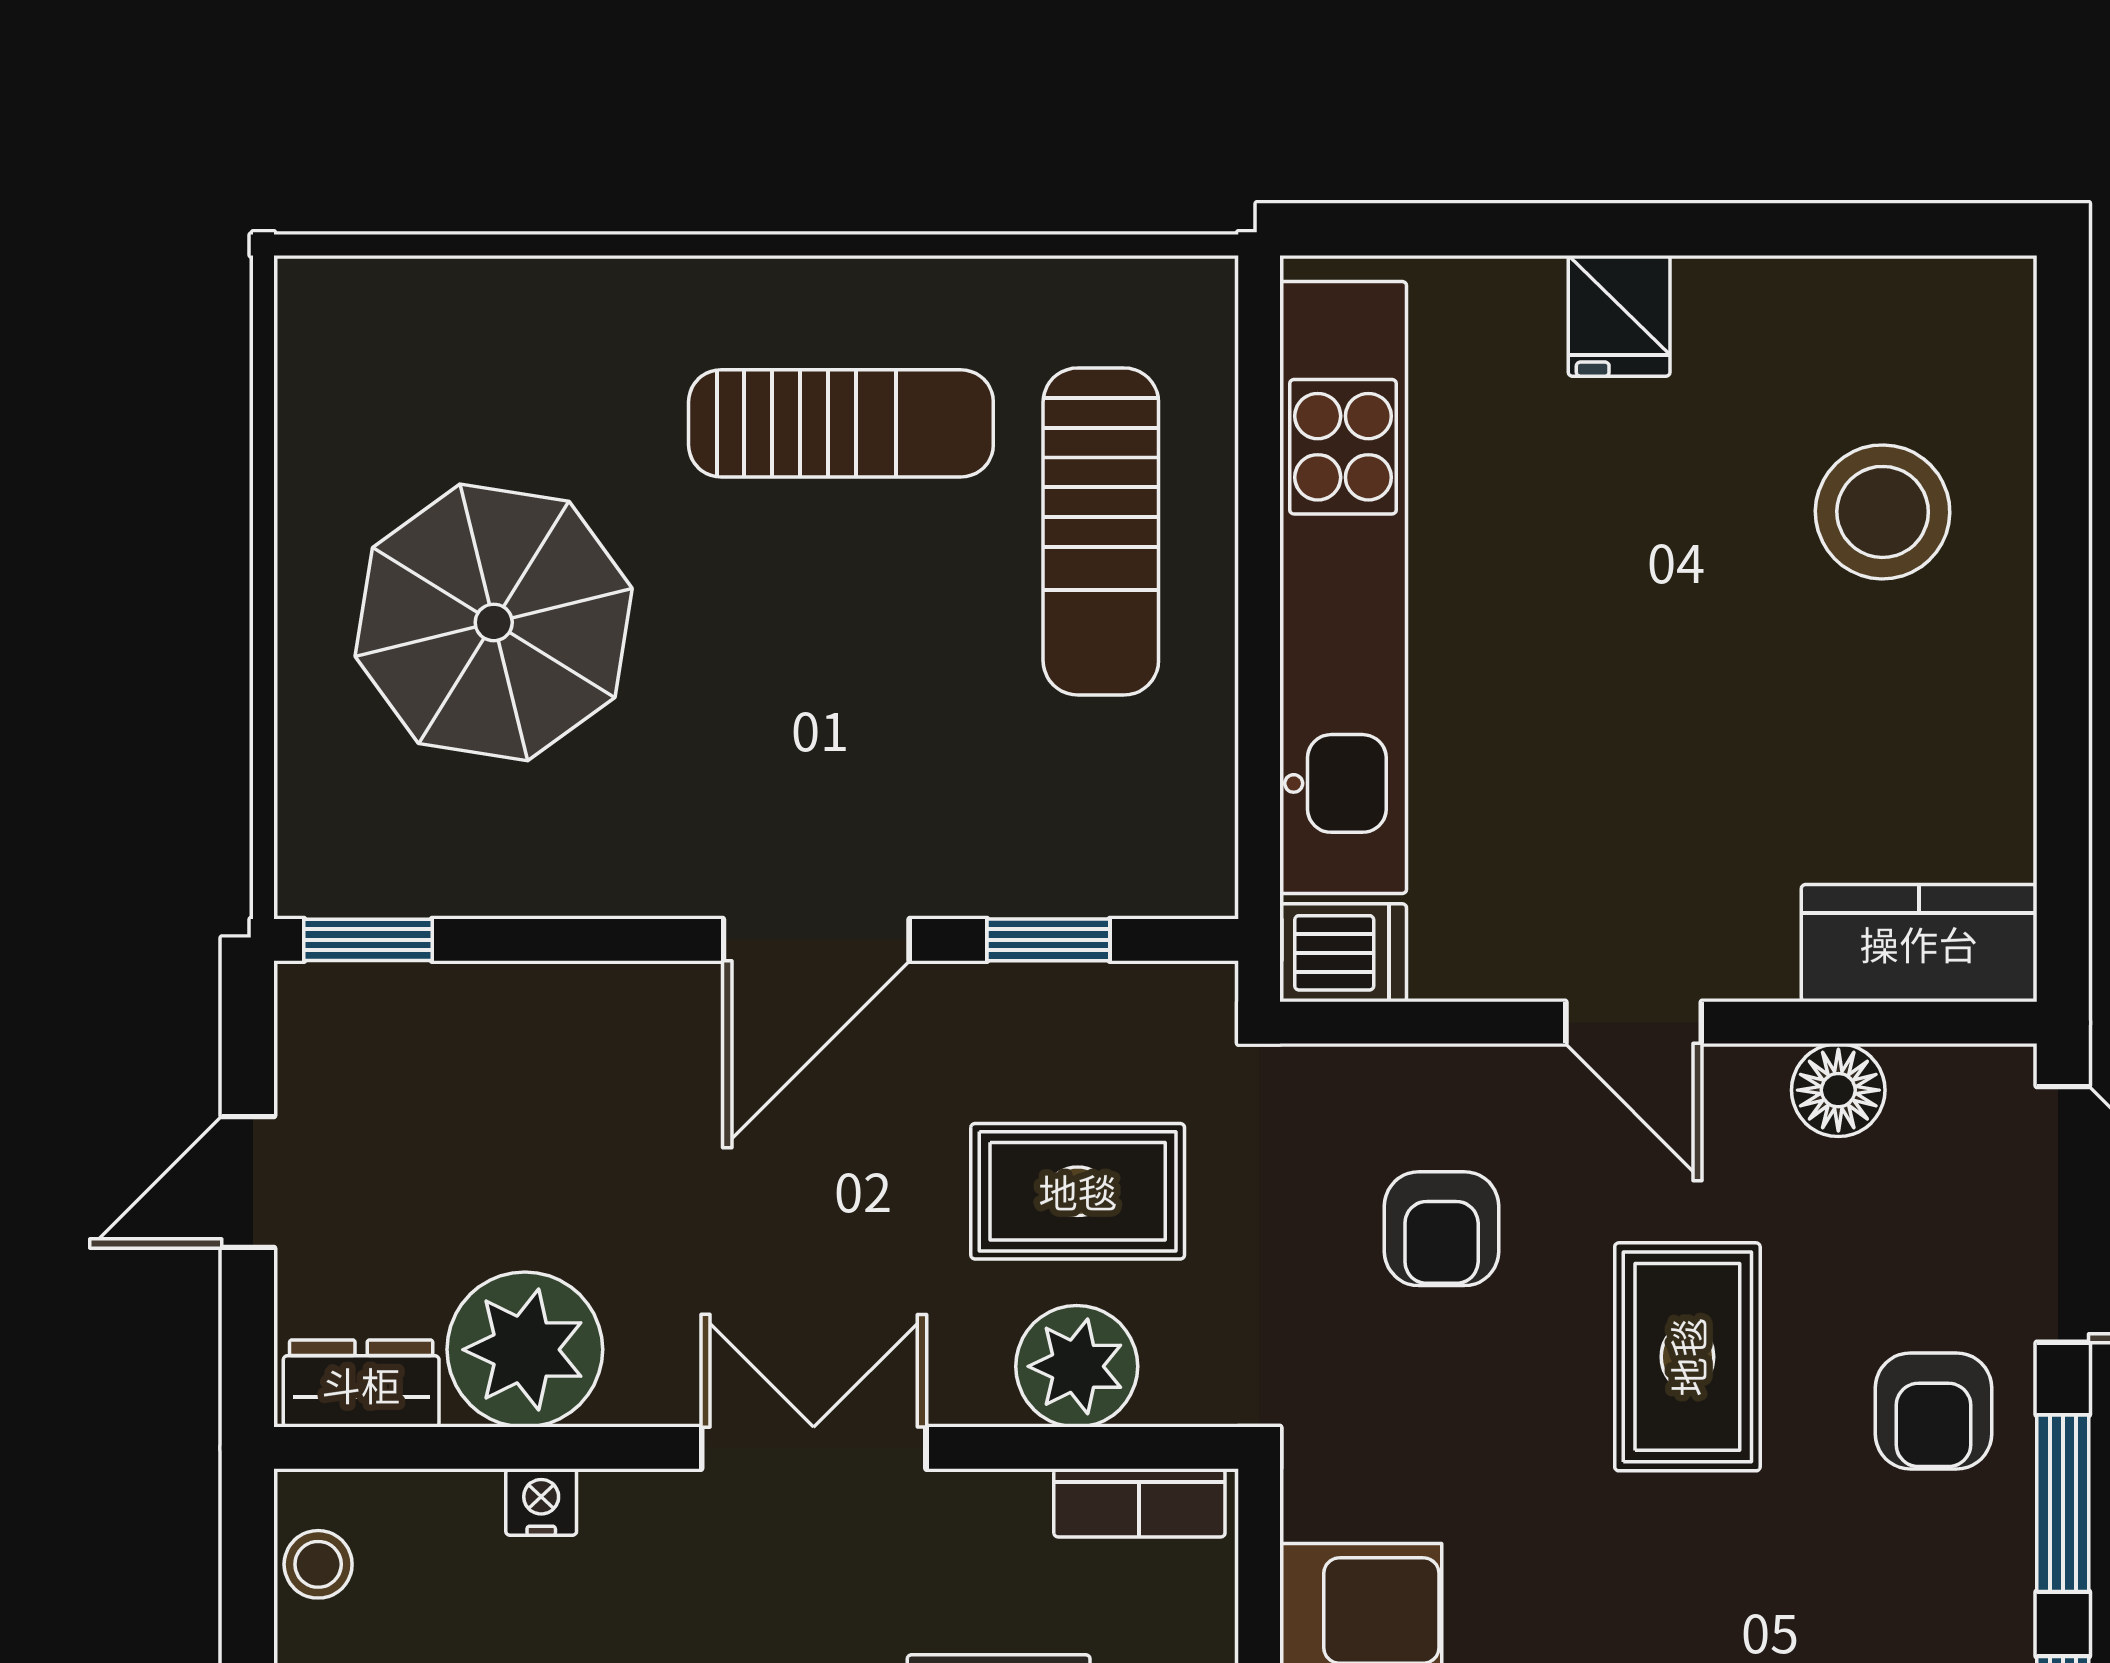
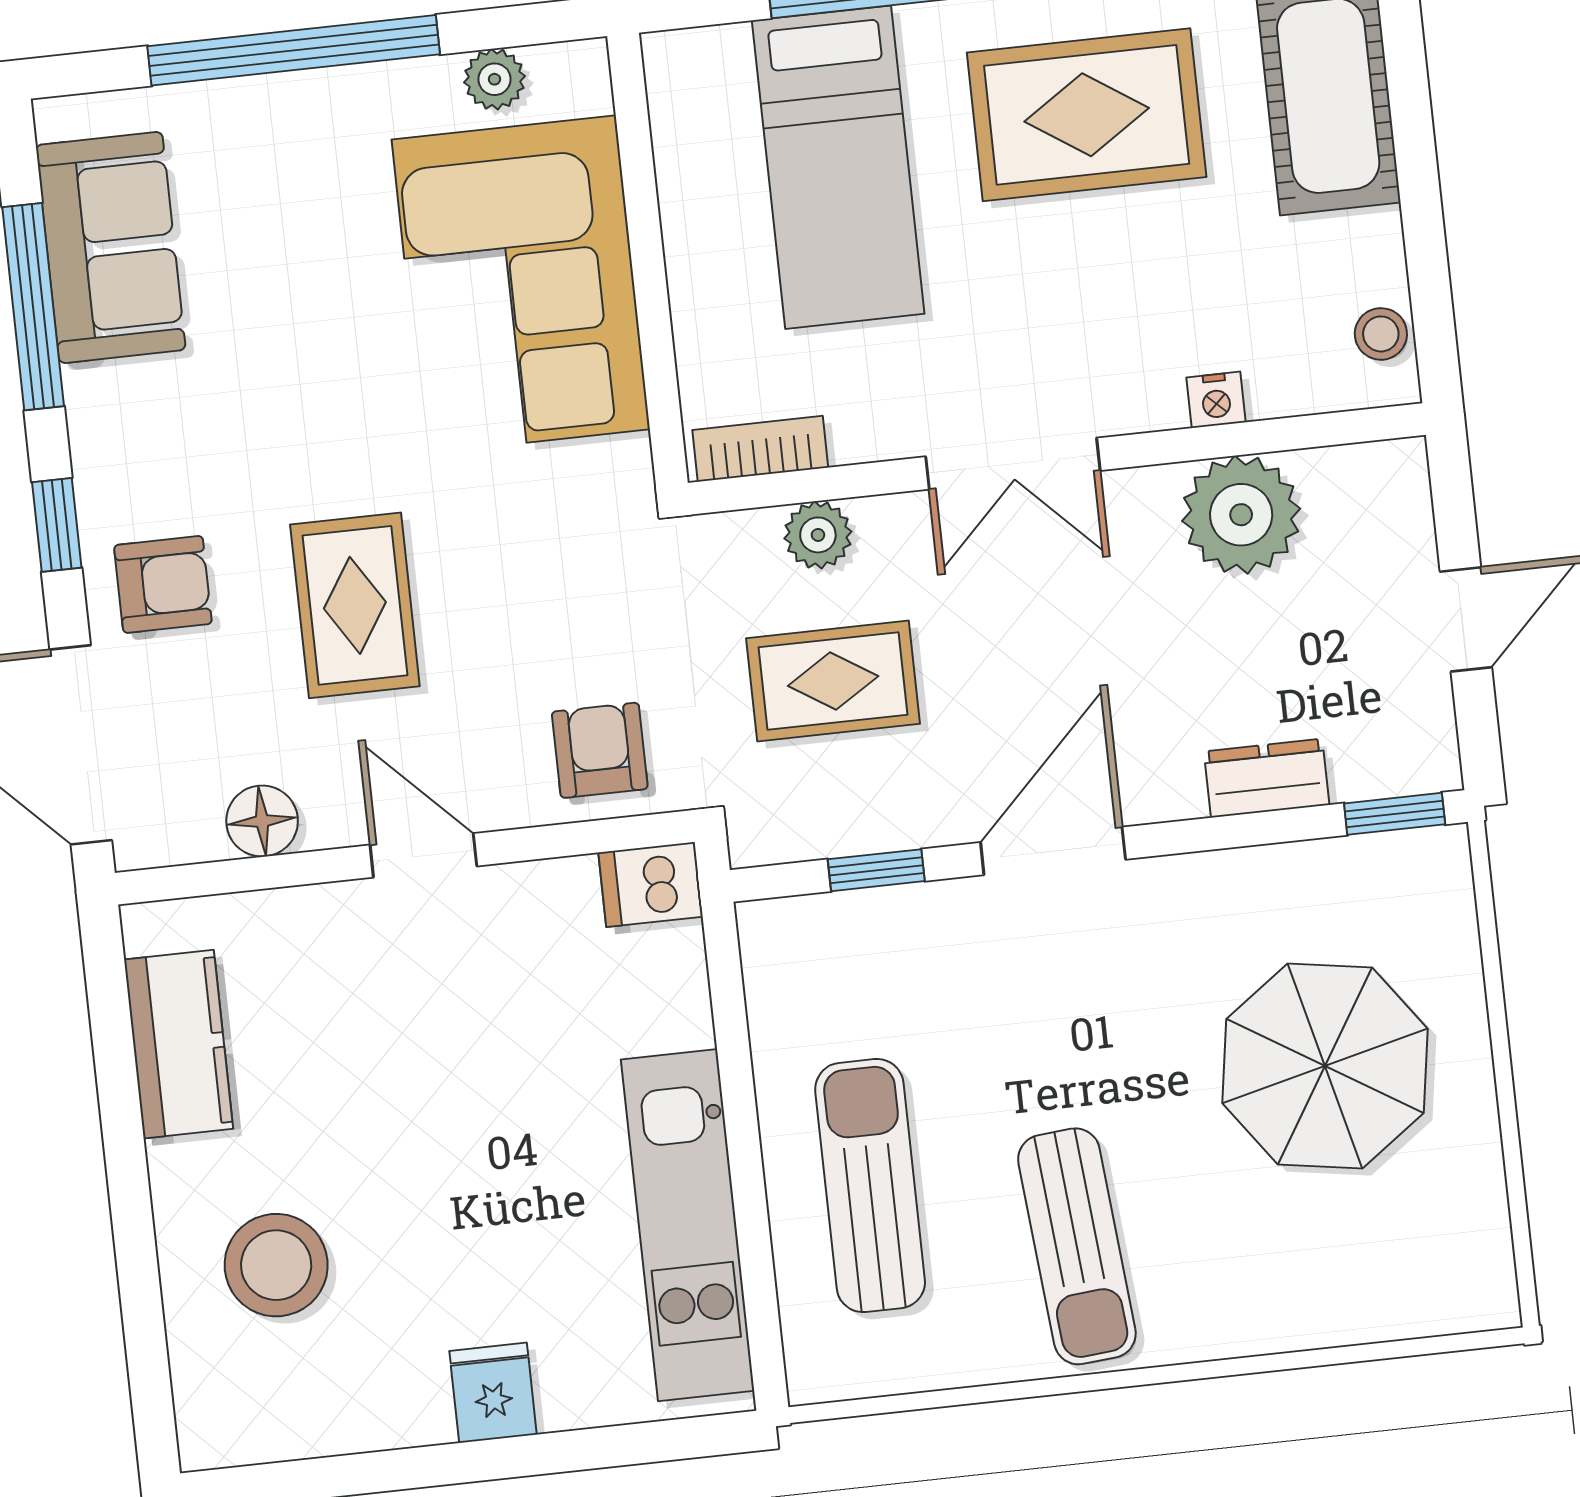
sun lounger: (841, 423) -> (1077, 1246), turned -95
kitchen unit: (1343, 588) -> (688, 1225), width x0.73
kitchen counter: (1919, 943) -> (179, 1044), moved, turned -90
armchair: (1442, 1229) -> (600, 750), moved
plant: (1077, 1366) -> (818, 535), width x0.73, depth x0.73
dresser: (361, 1384) -> (1267, 778), moved, turned 180
armchair: (1933, 1411) -> (163, 584), turned 90
window: (2063, 1503) -> (57, 525), width x0.67

